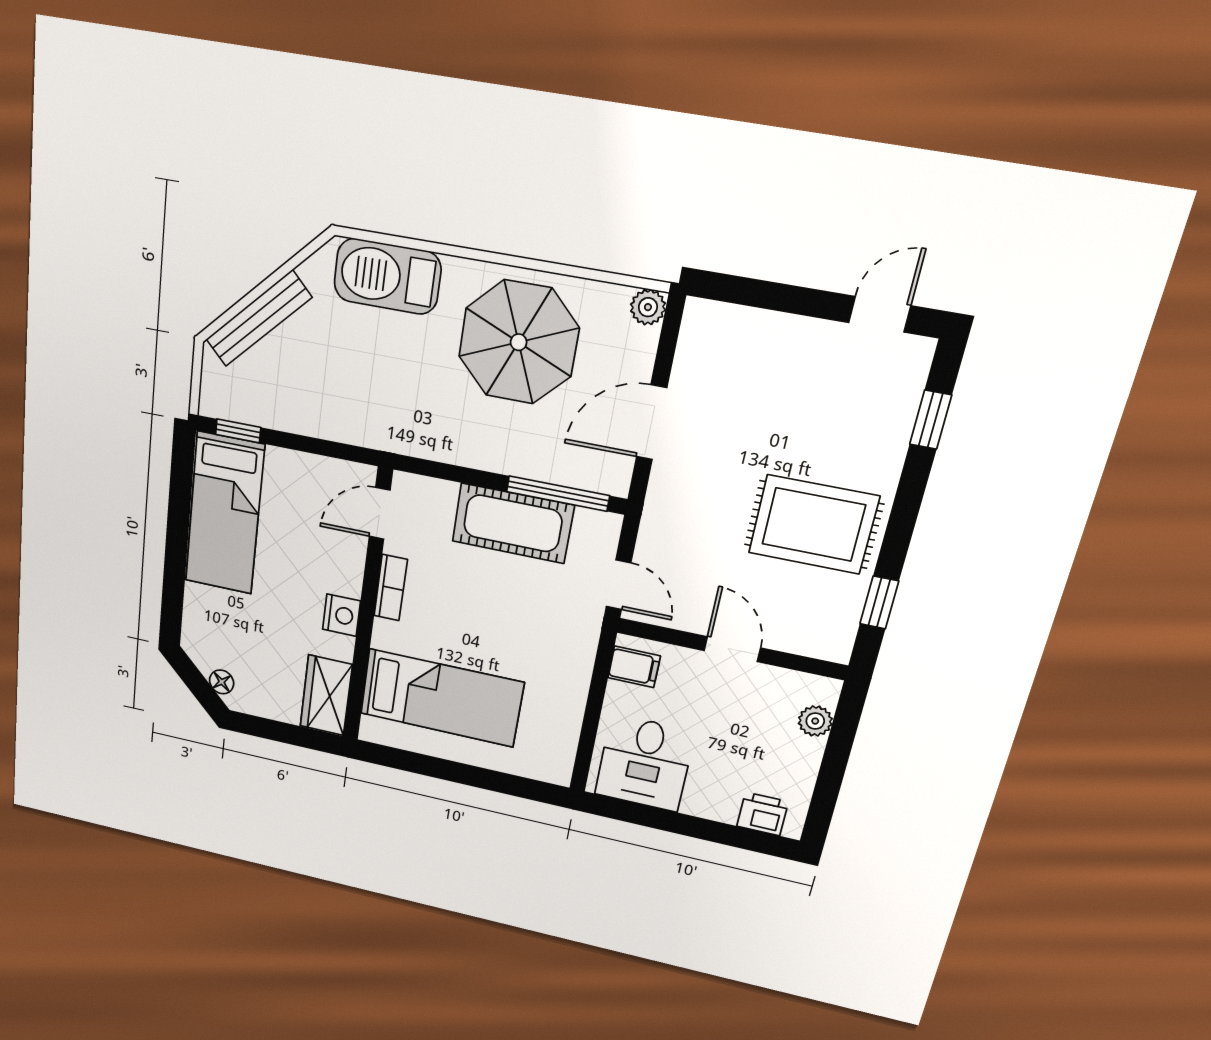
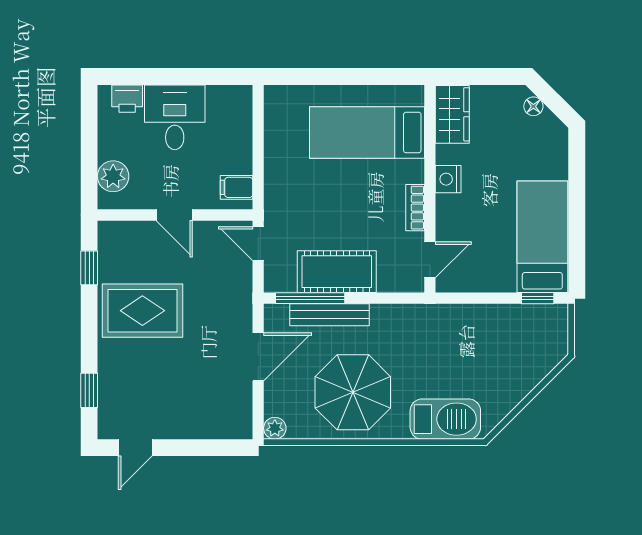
bench: (259, 319) -> (329, 315), moved, turned 45
plant: (815, 721) -> (113, 176), width x1.38, depth x1.38
desk: (645, 763) -> (175, 117), moved

